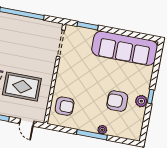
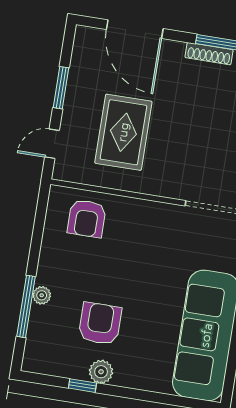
window: (151, 96) -> (82, 386), moved
window: (92, 135) -> (26, 306), moved

